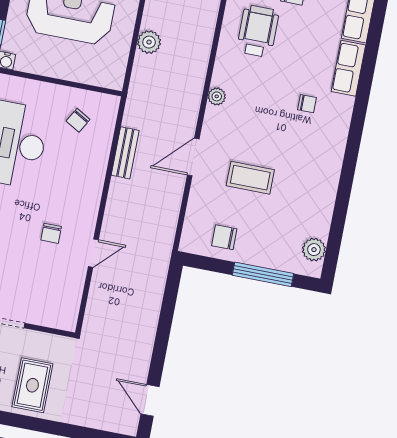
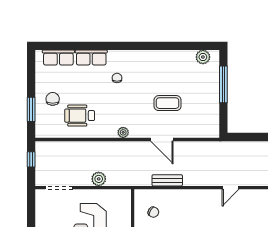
coffee table: (250, 178) -> (168, 103), turned 90
chair: (51, 233) -> (224, 215), removed
chair: (224, 237) -> (206, 112), removed
door: (93, 253) -> (231, 188), swing flipped

